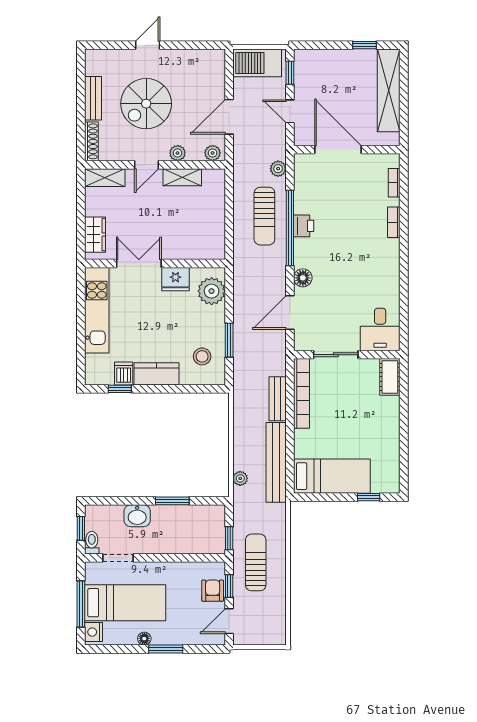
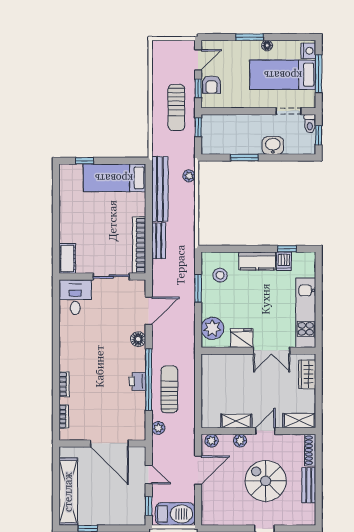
spiral stairs: (146, 104) -> (266, 481), turned -90

